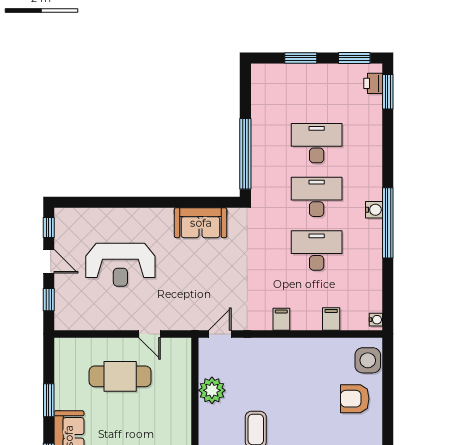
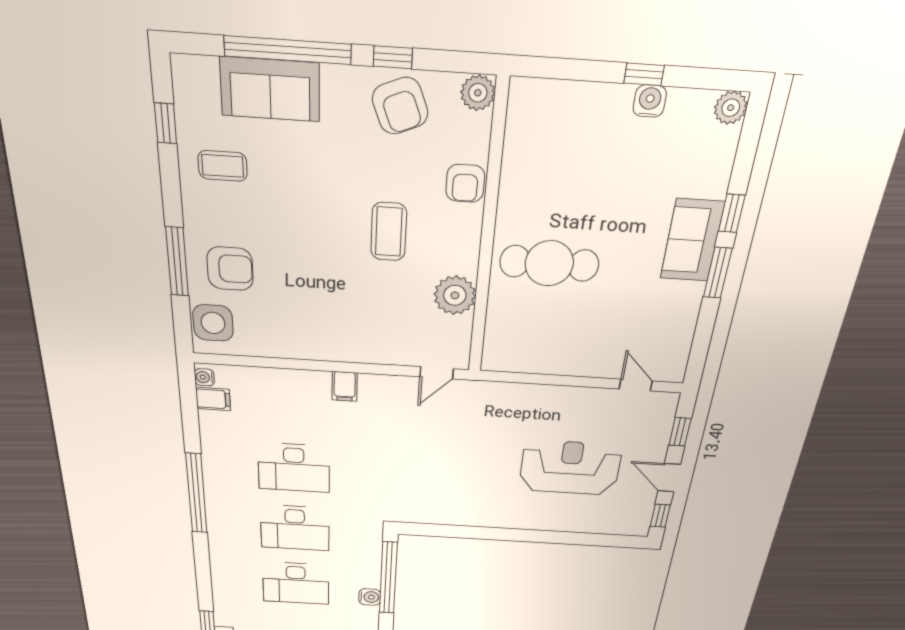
water cooler: (374, 210) -> (370, 597), moved, turned 180
sofa: (201, 223) -> (453, 509), removed
filing cabinet: (331, 319) -> (213, 399), moved, turned -90
door: (150, 334) -> (636, 385), moved
cafe table: (120, 376) -> (549, 263), moved
window: (49, 400) -> (718, 273), moved
window: (388, 401) -> (177, 262), added

